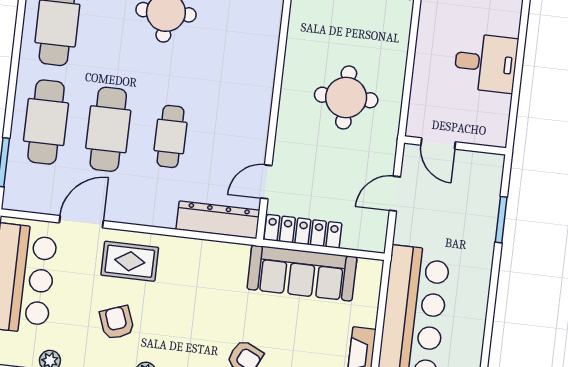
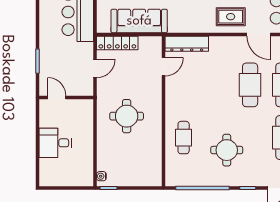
cafe table: (170, 136) -> (184, 138), moved
door: (438, 143) -> (57, 98), moved
door: (81, 222) -> (259, 34), hinge flipped
locker: (303, 231) -> (117, 43), moved

